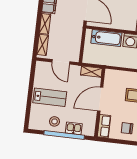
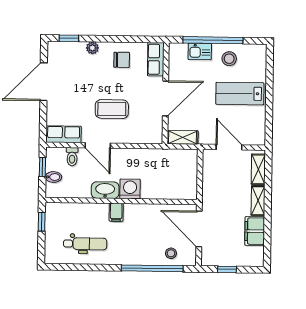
bathtub: (106, 38) -> (166, 189), removed

